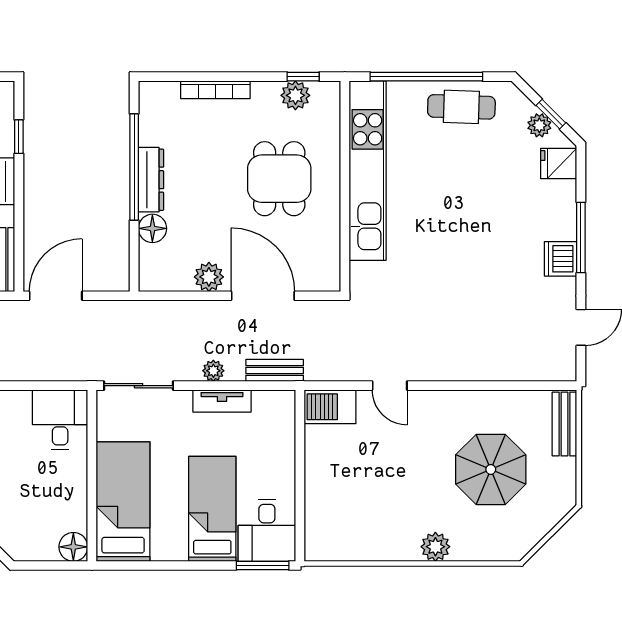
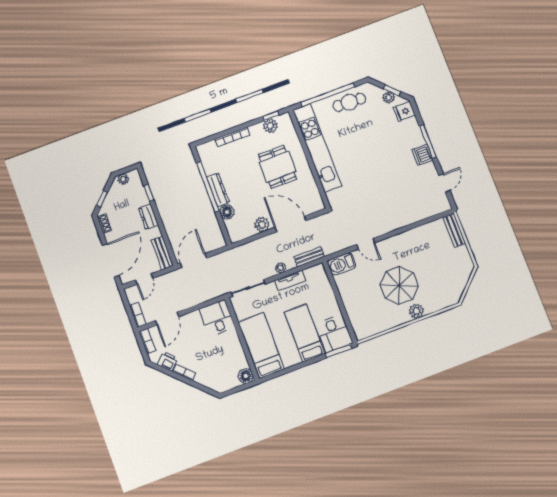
parasol: (491, 469) -> (399, 285), moved

